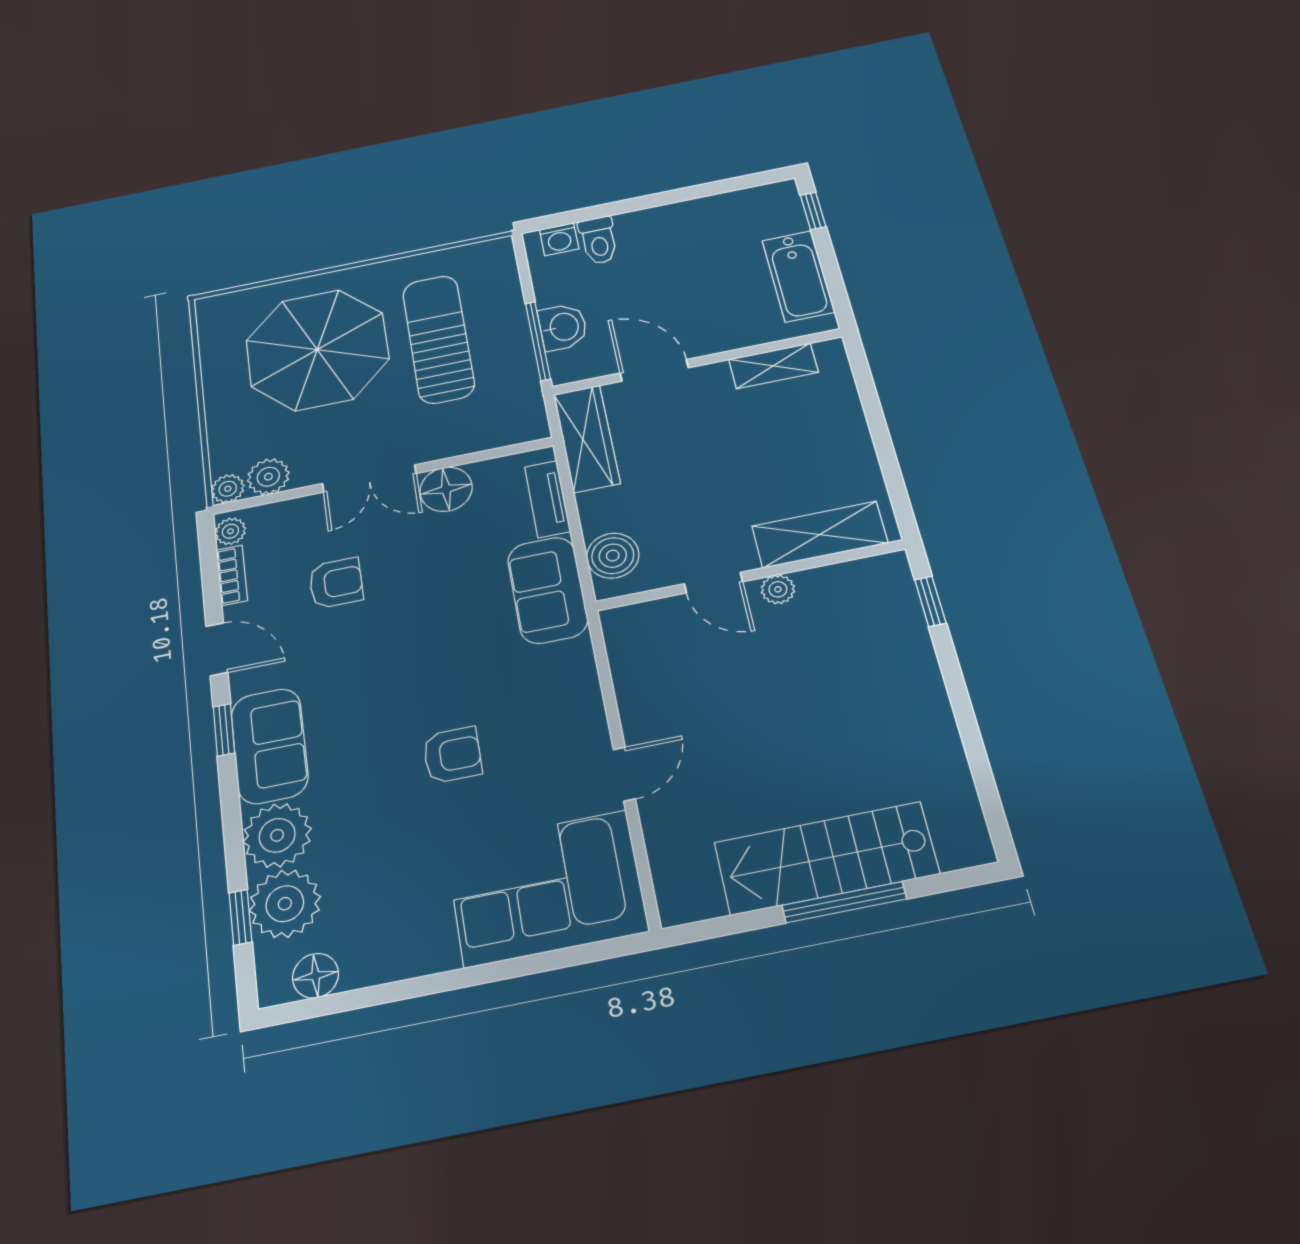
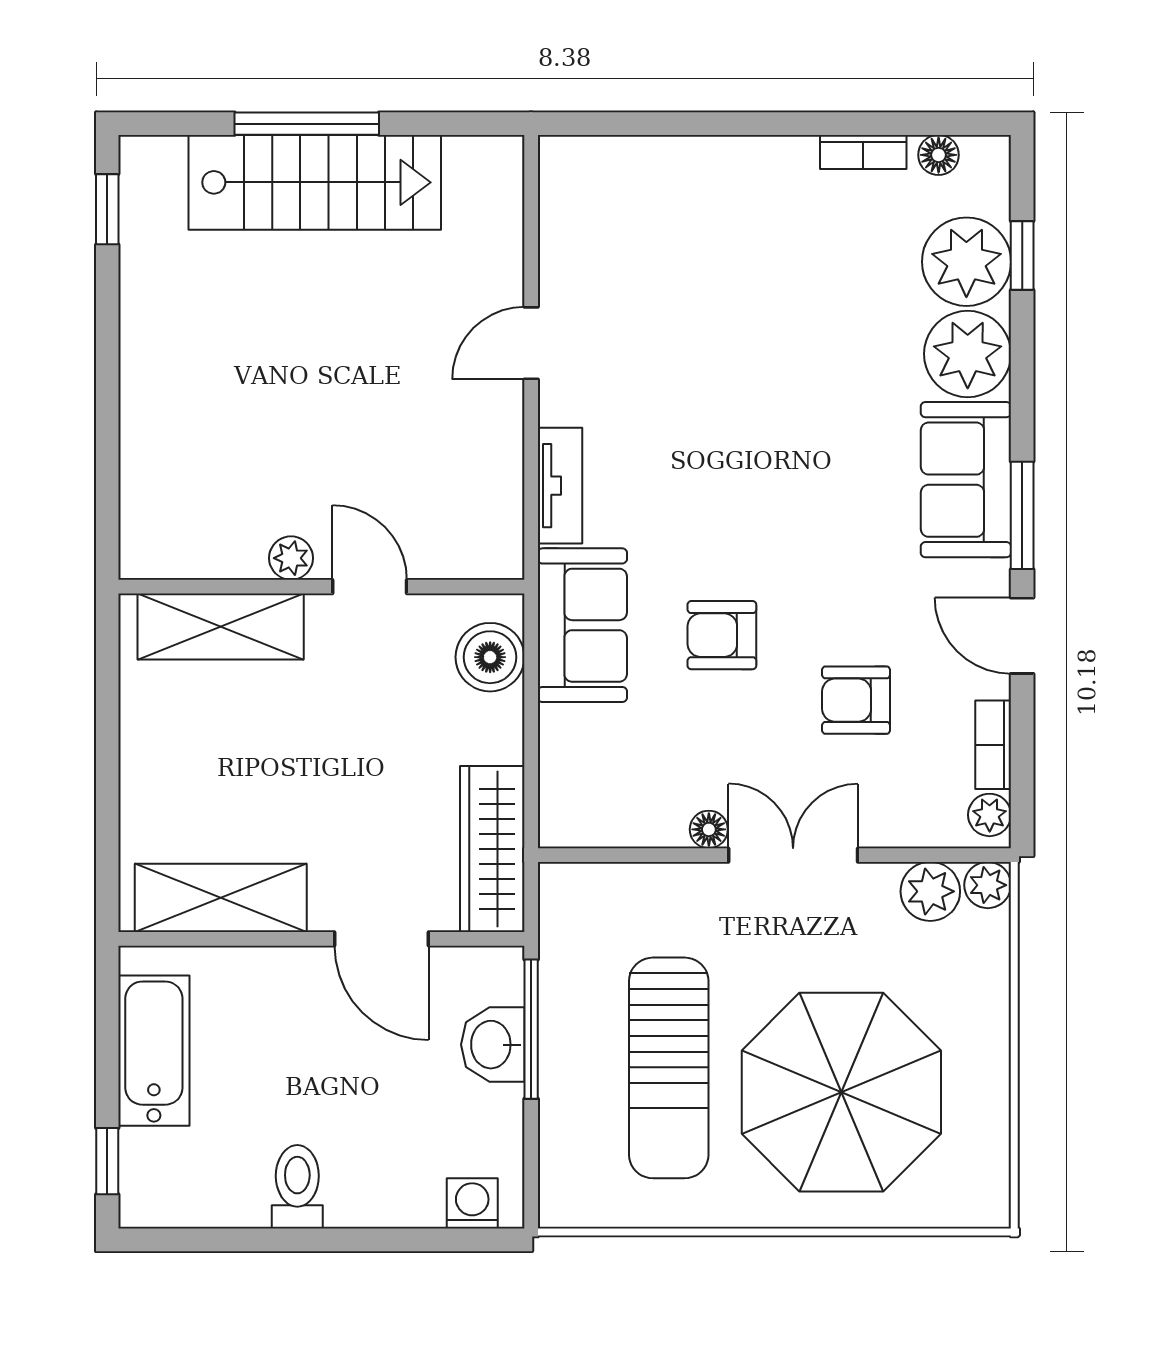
toilet: (598, 240) -> (297, 1187), moved
shelving: (773, 366) -> (221, 898), width x1.50, depth x1.33
floor lamp: (446, 489) -> (709, 829), width x0.53, depth x0.53
tv unit: (547, 499) -> (560, 486), moved
window: (930, 601) -> (107, 209), moved
window: (224, 730) -> (1022, 515), width x1.50
armchair: (452, 755) -> (722, 635), moved
corner sofa: (546, 888) -> (650, 215), removed
bookcase: (379, 972) -> (863, 152), added
floor lamp: (316, 976) -> (939, 155), width x0.73, depth x0.73

